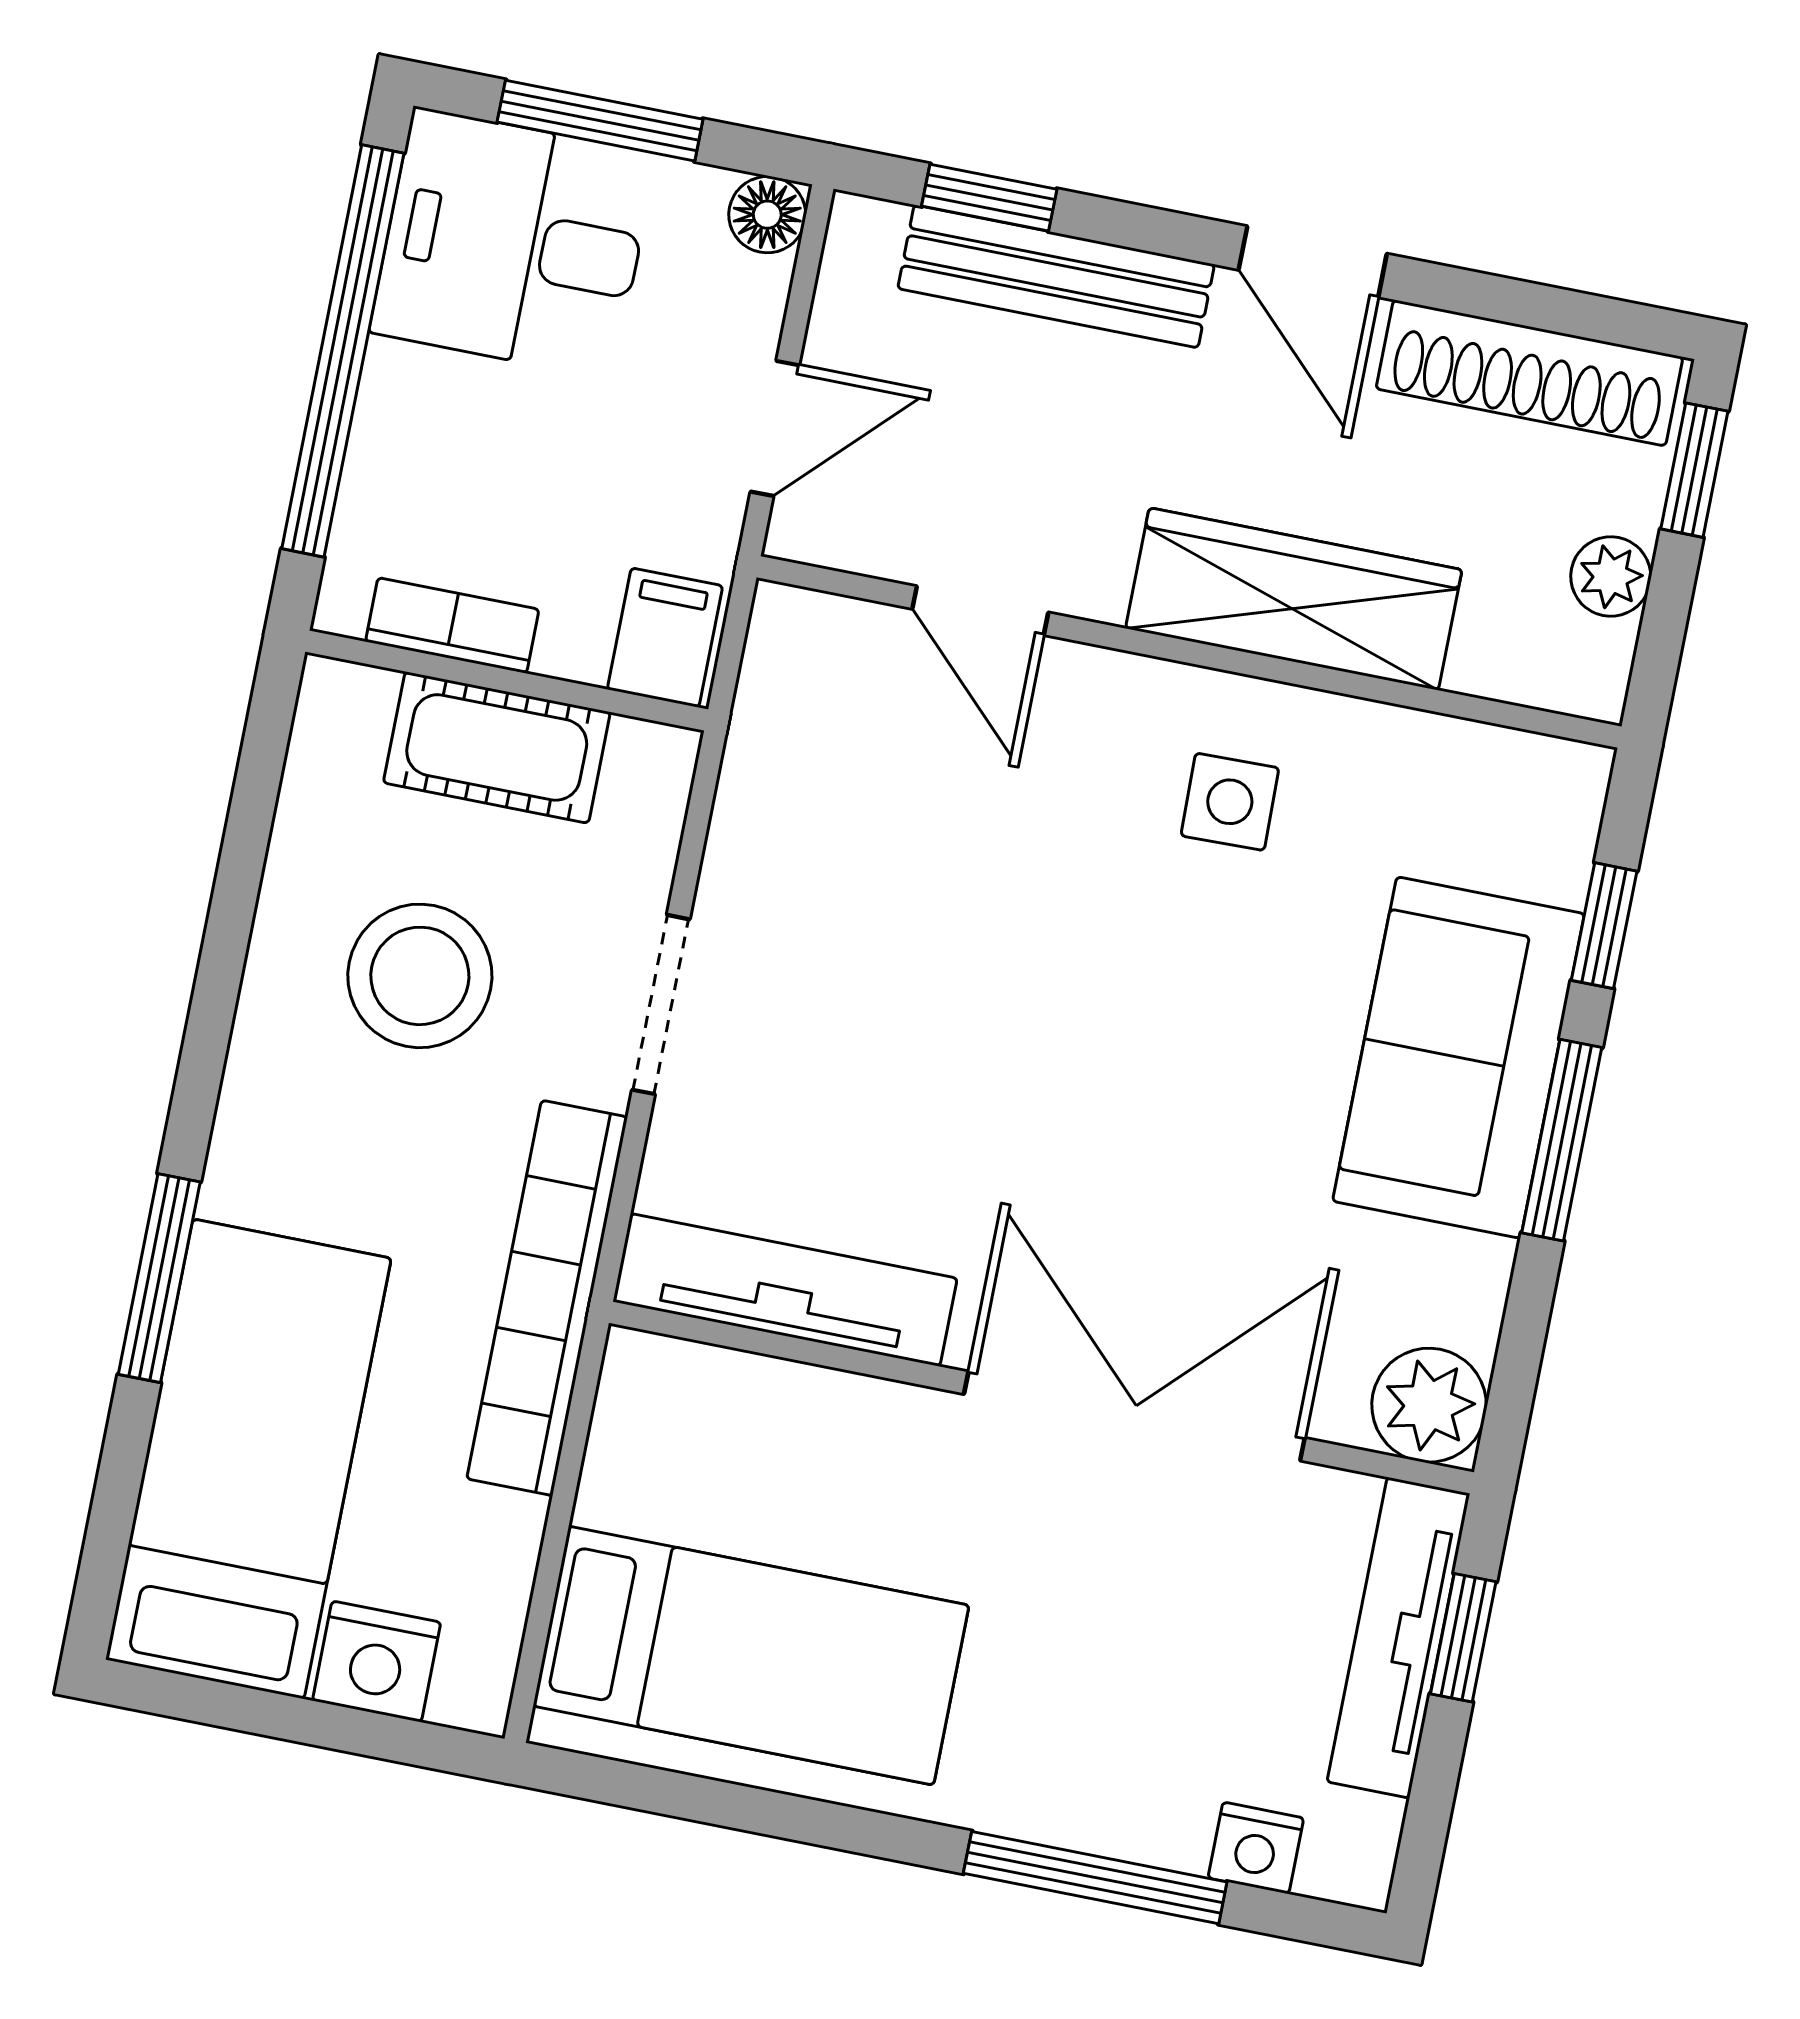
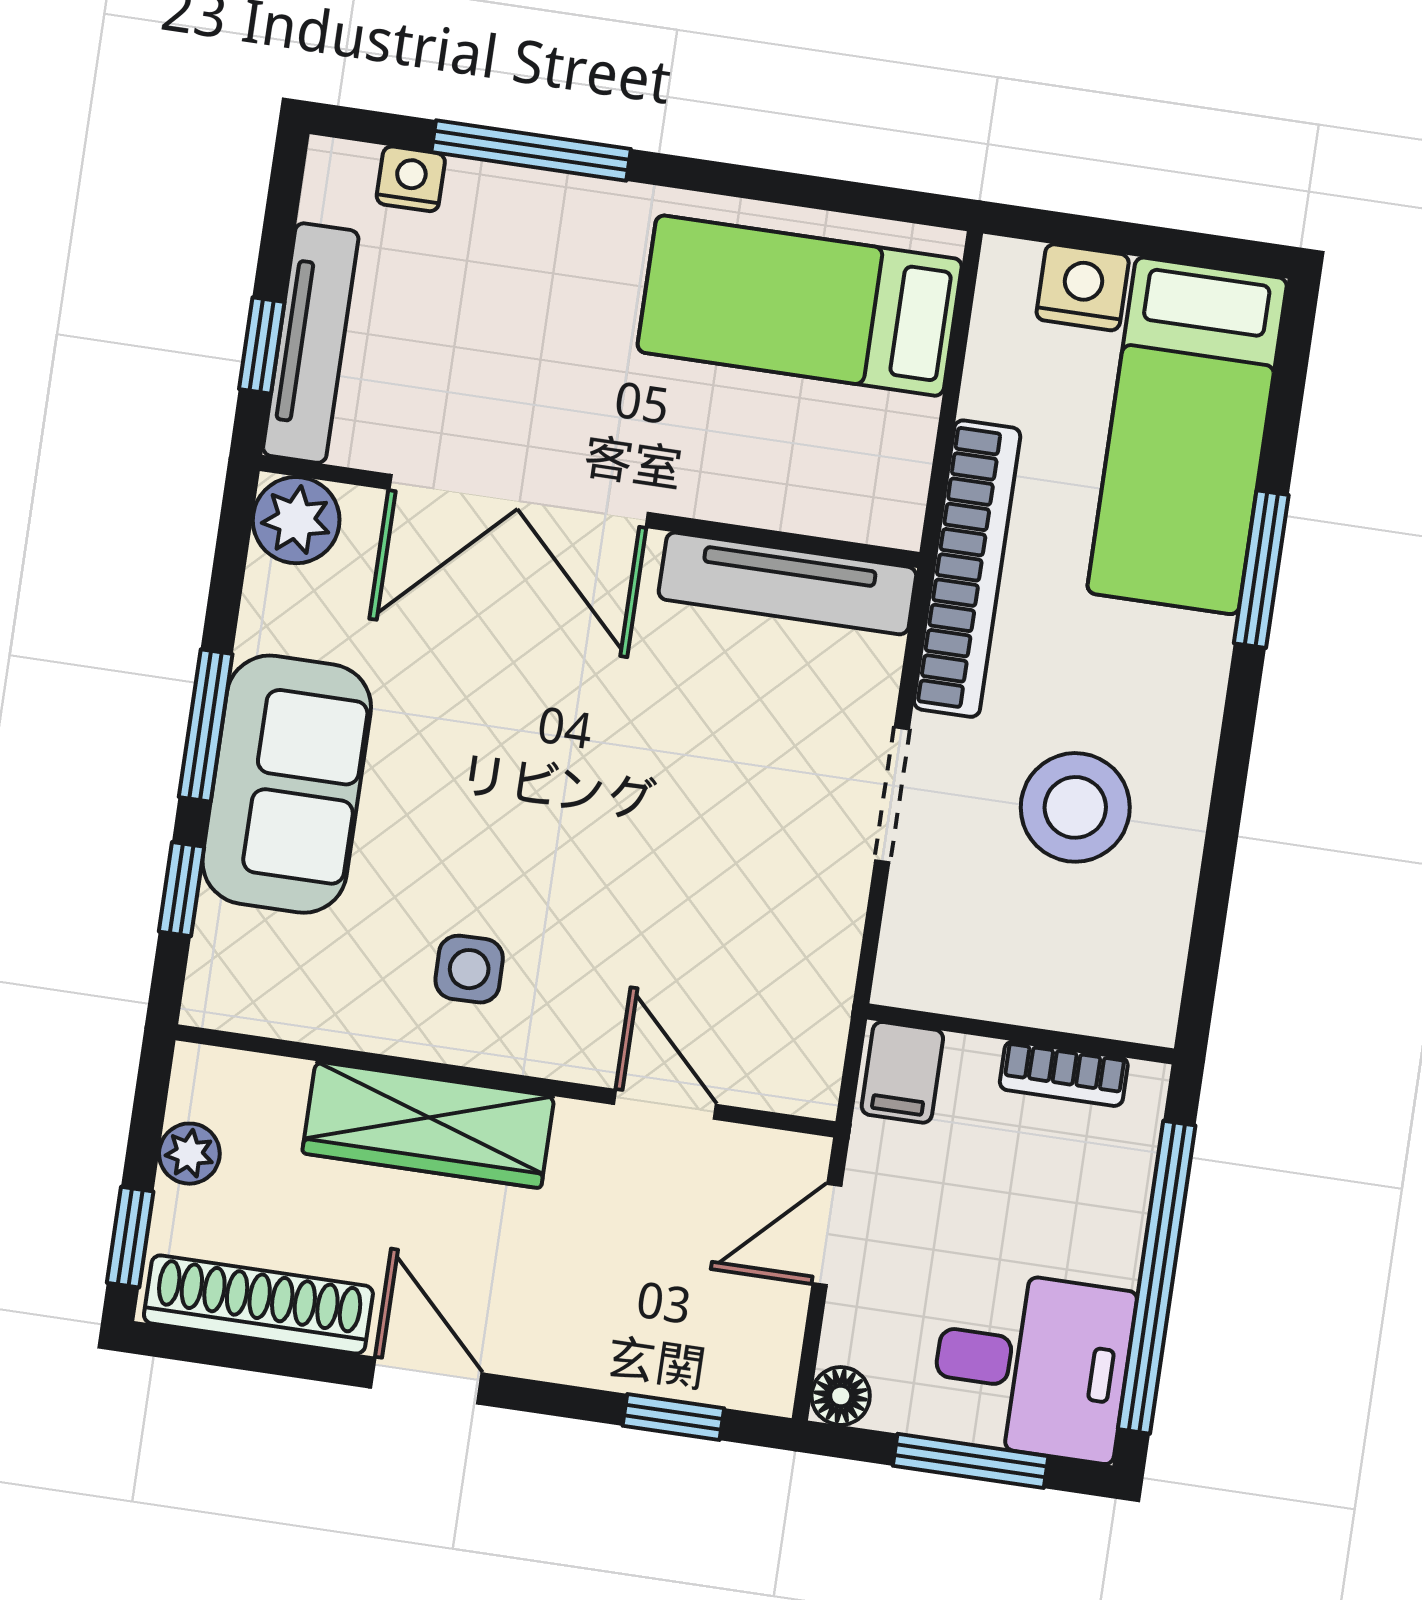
bench: (1056, 276) -> (620, 1360), removed
cot: (497, 747) -> (1026, 983), removed

